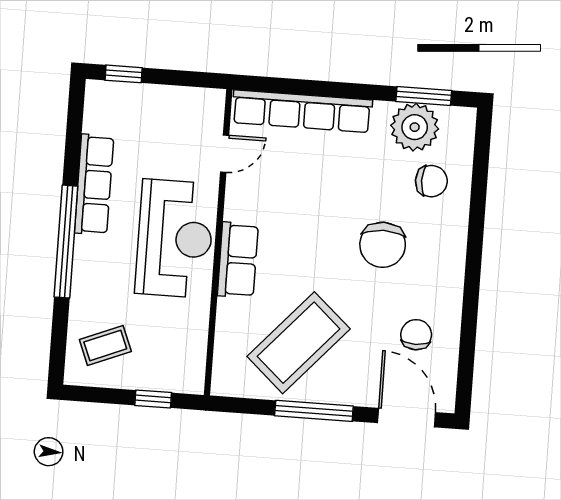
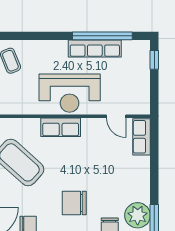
row of seats: (302, 111) -> (142, 137), width x0.50
window: (66, 242) -> (102, 36), moved

